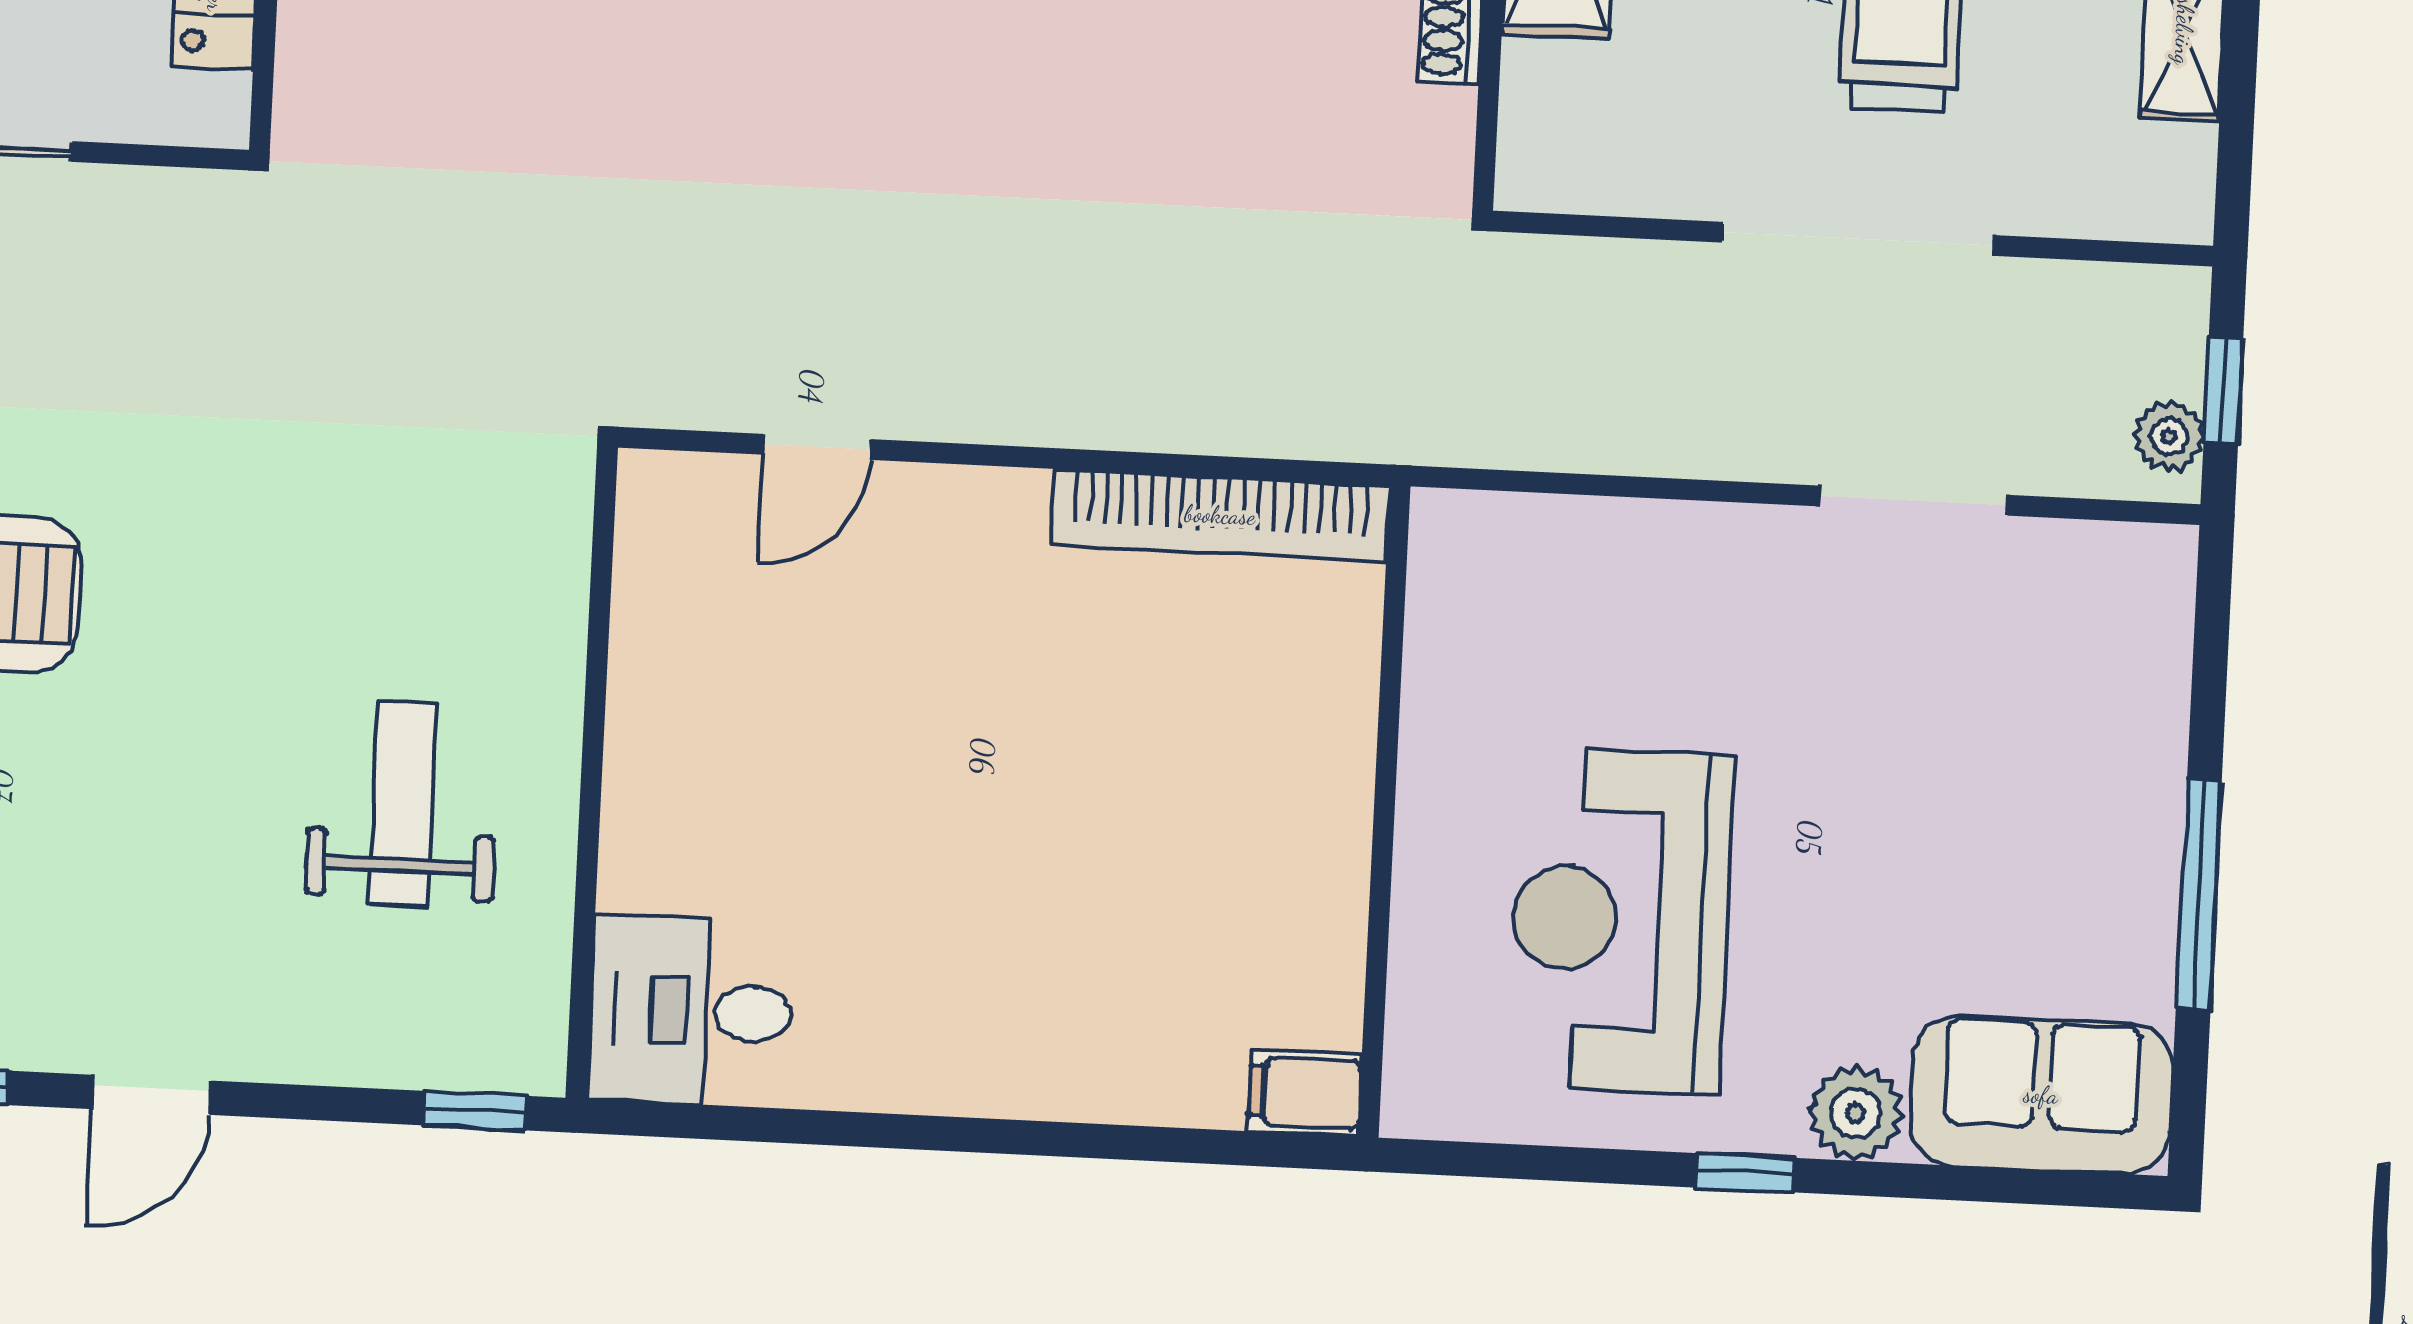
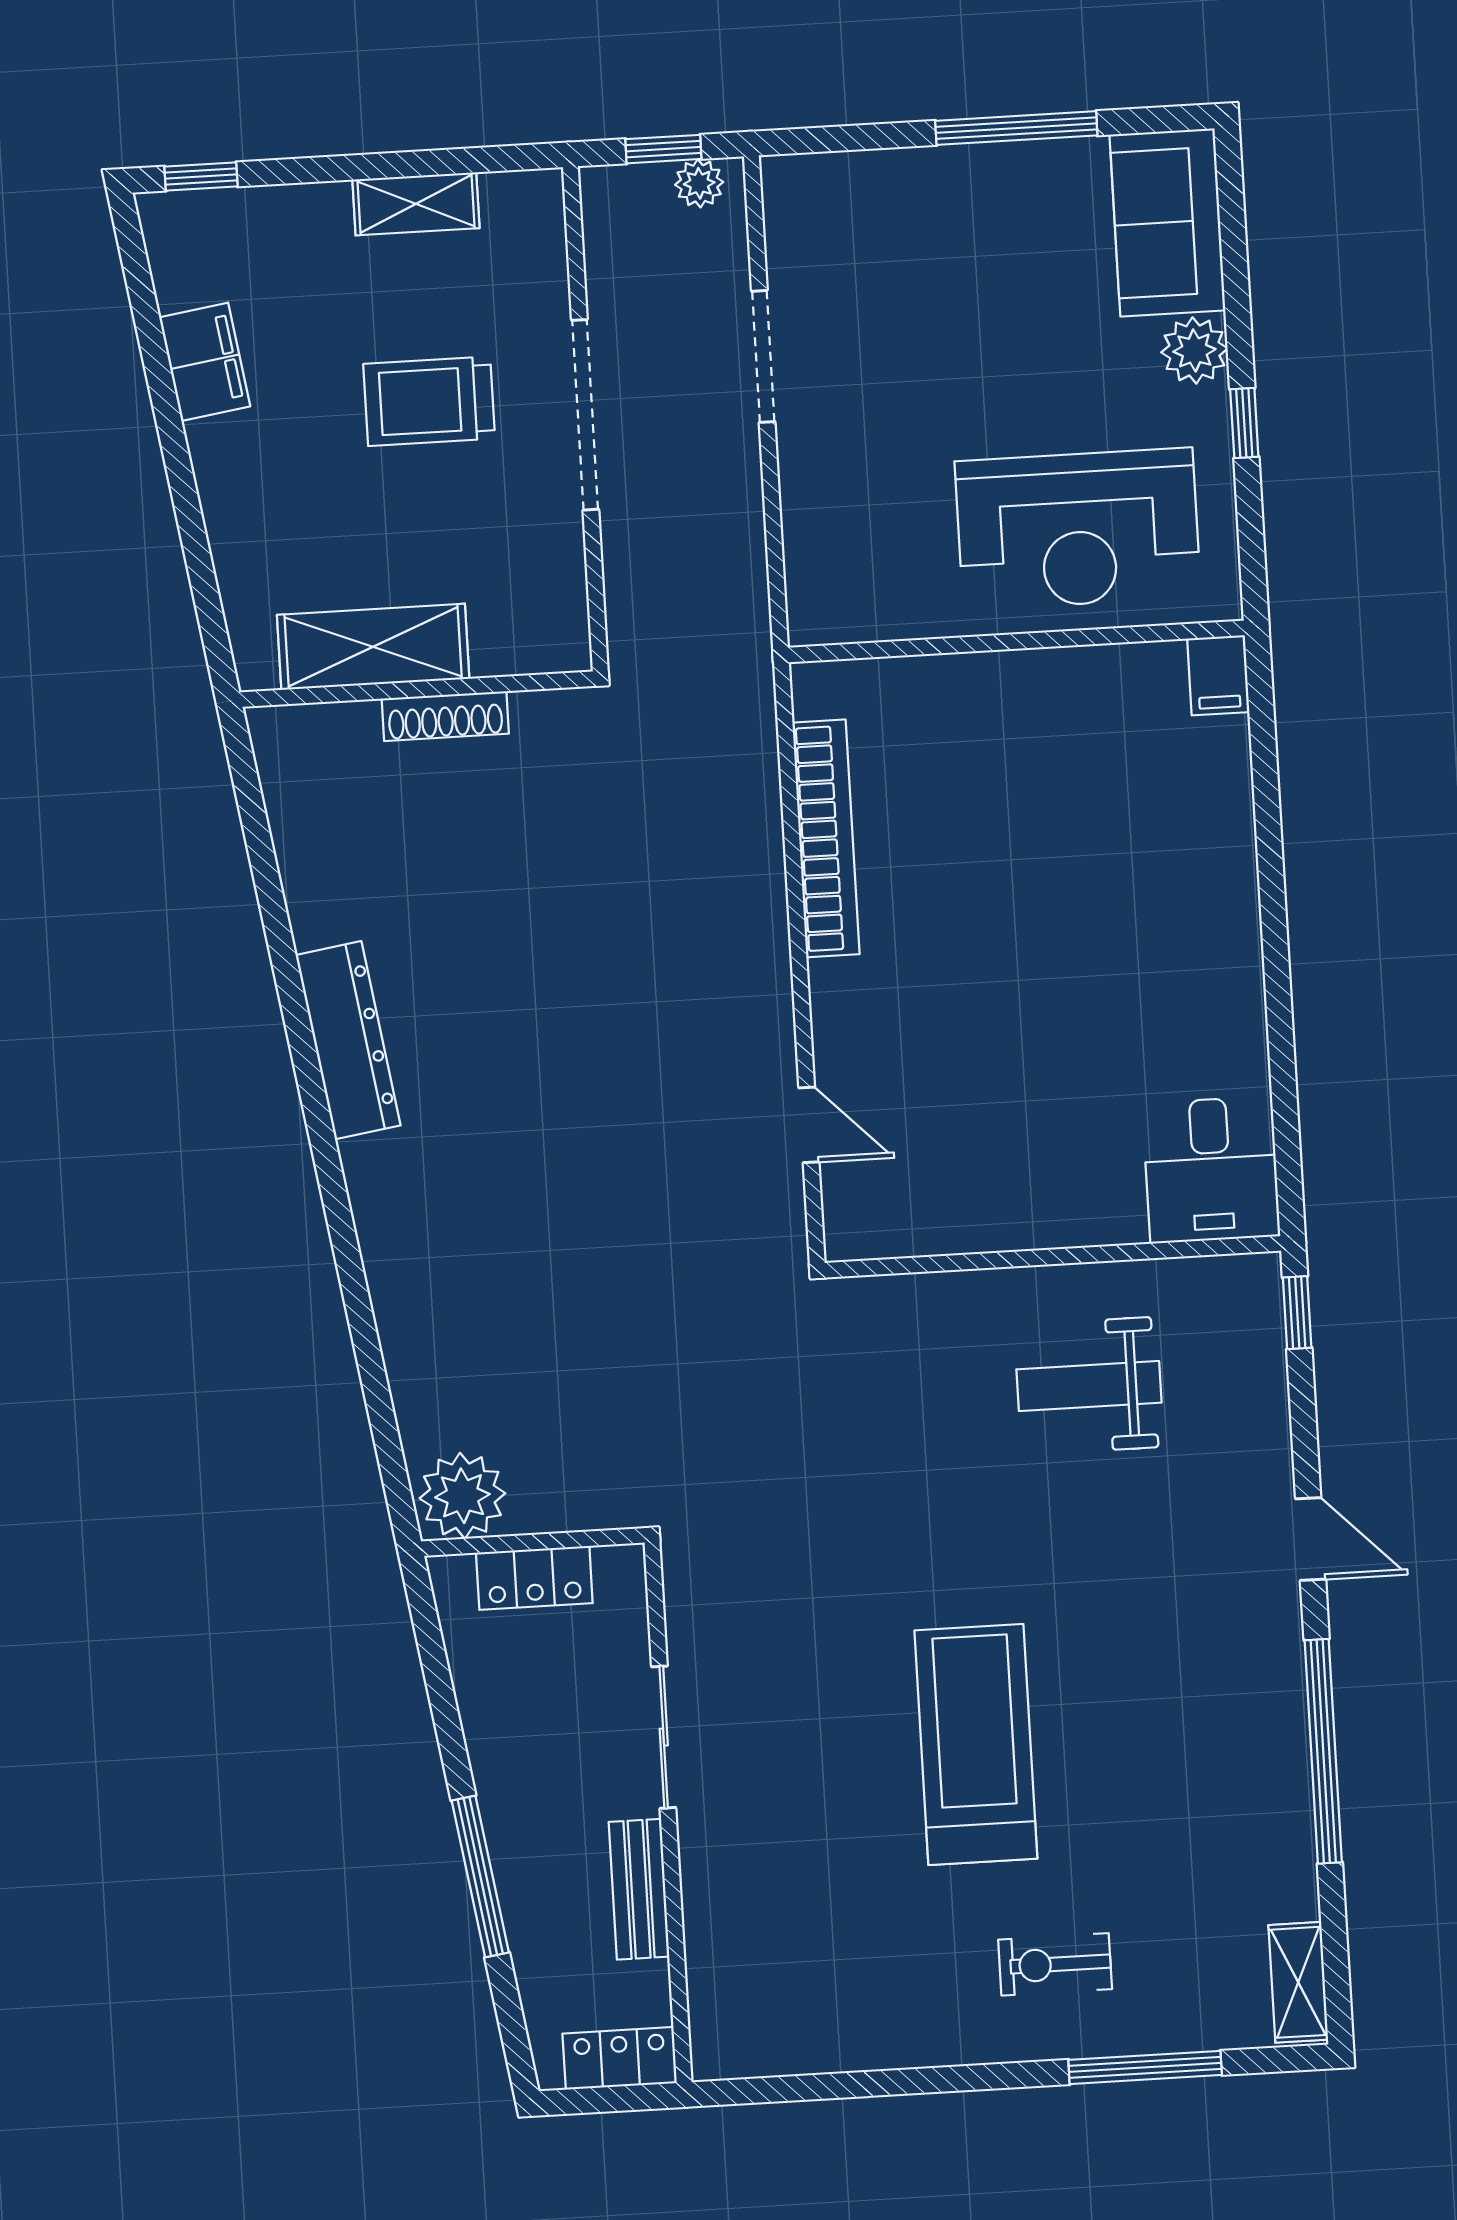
wall: (1384, 811) -> (1016, 641), moved
filing cabinet: (1305, 1093) -> (1218, 675), moved

